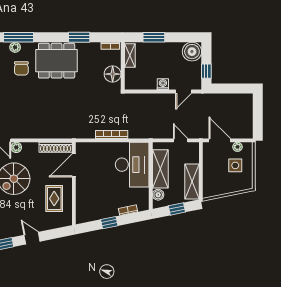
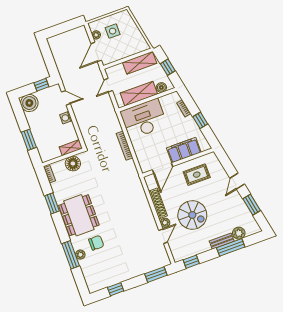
shelving: (130, 56) -> (71, 148), moved
shoe rack: (56, 147) -> (158, 203), moved
door: (74, 165) -> (163, 168), hinge flipped
filing cabinet: (85, 194) -> (184, 150), added

